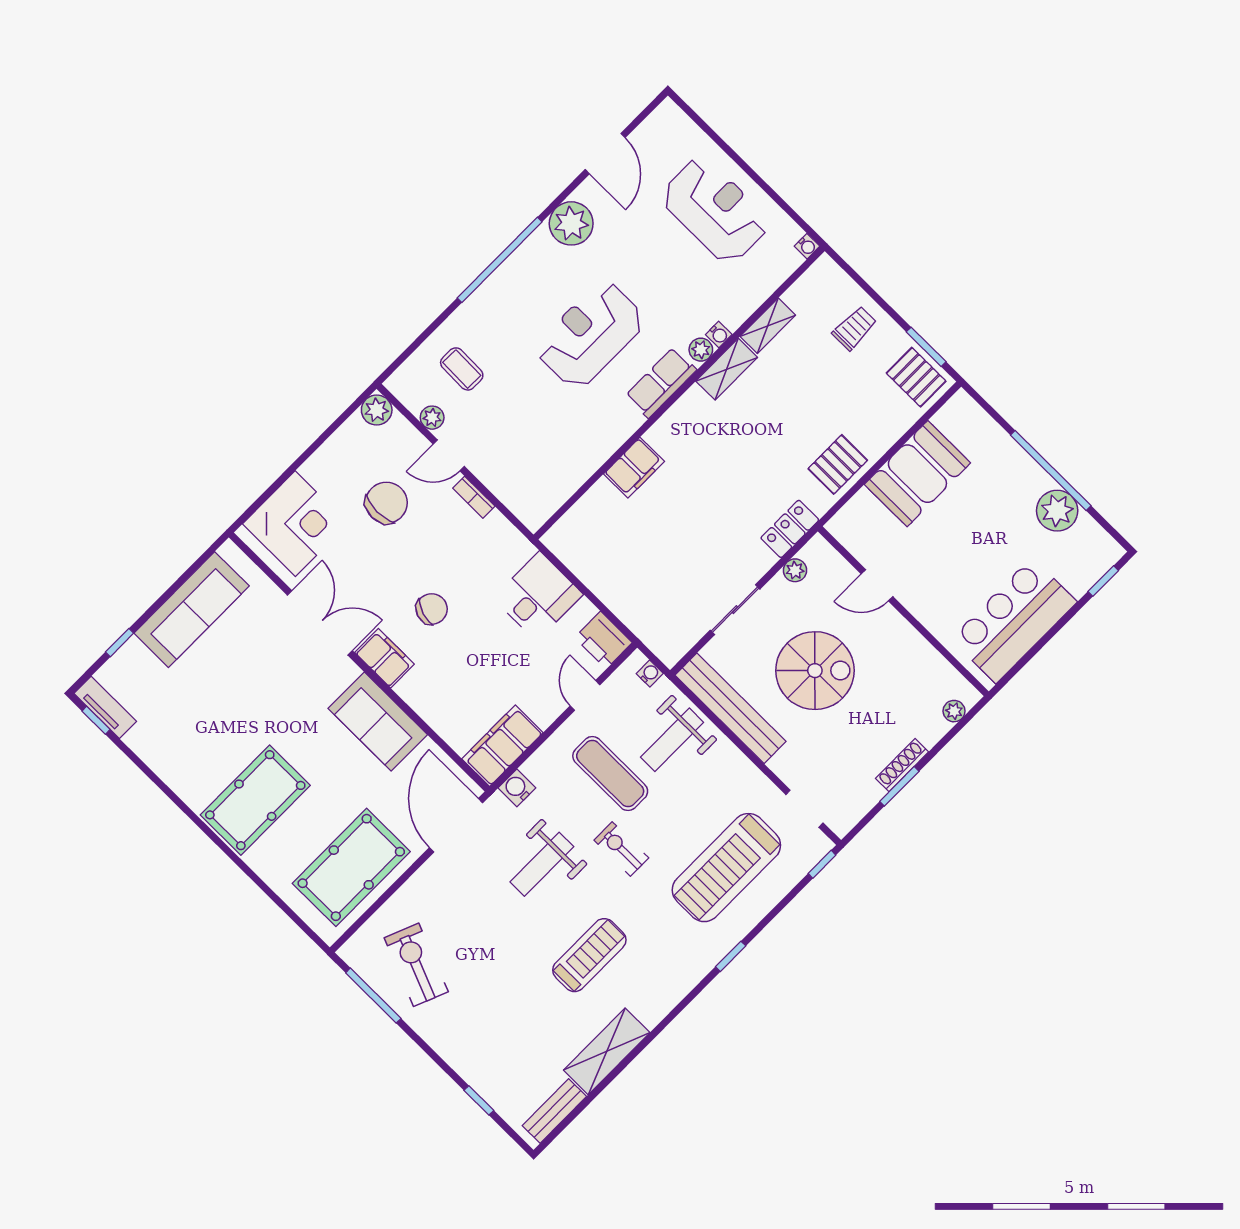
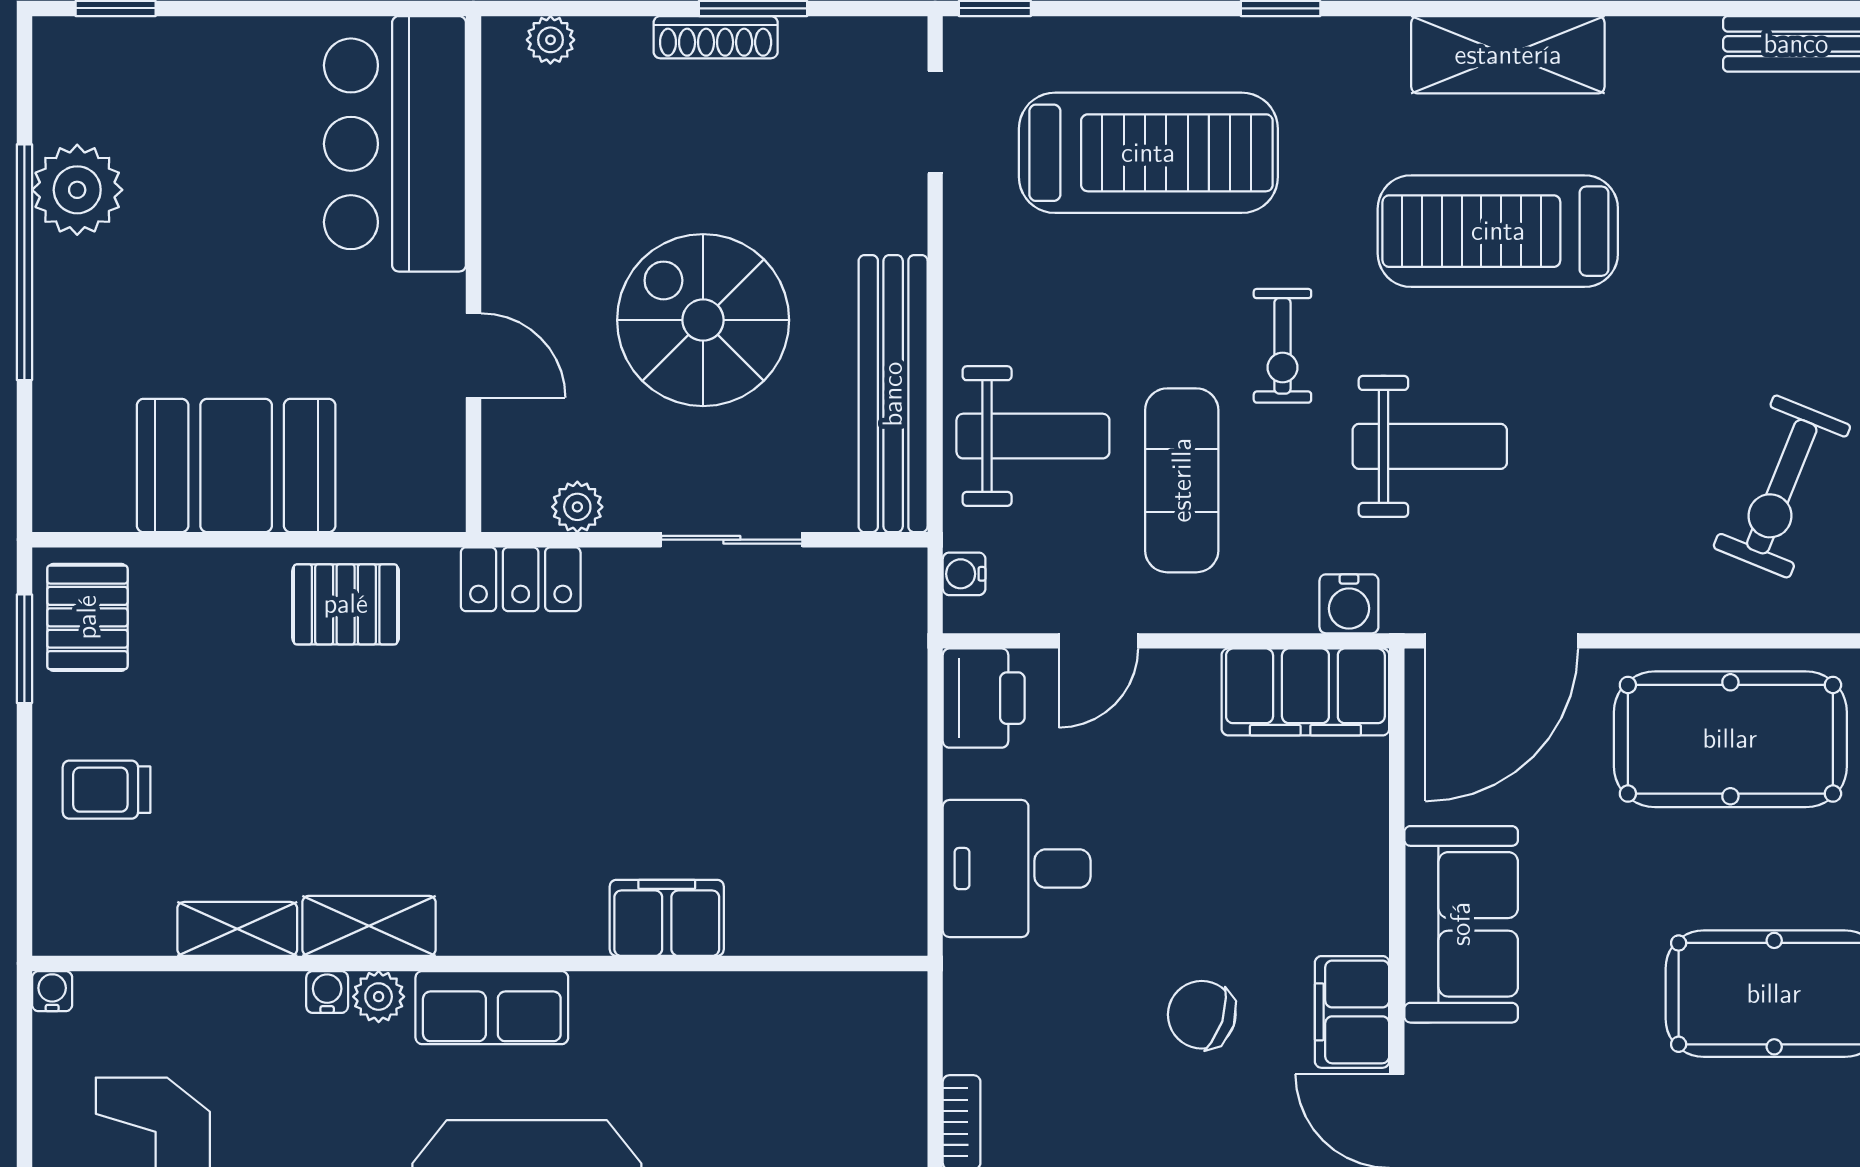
bar counter: (1014, 620) -> (395, 144), moved, turned 90
treadmill: (589, 955) -> (1498, 231), width x1.37, depth x1.38
shelving: (607, 1051) -> (1508, 55), moved

